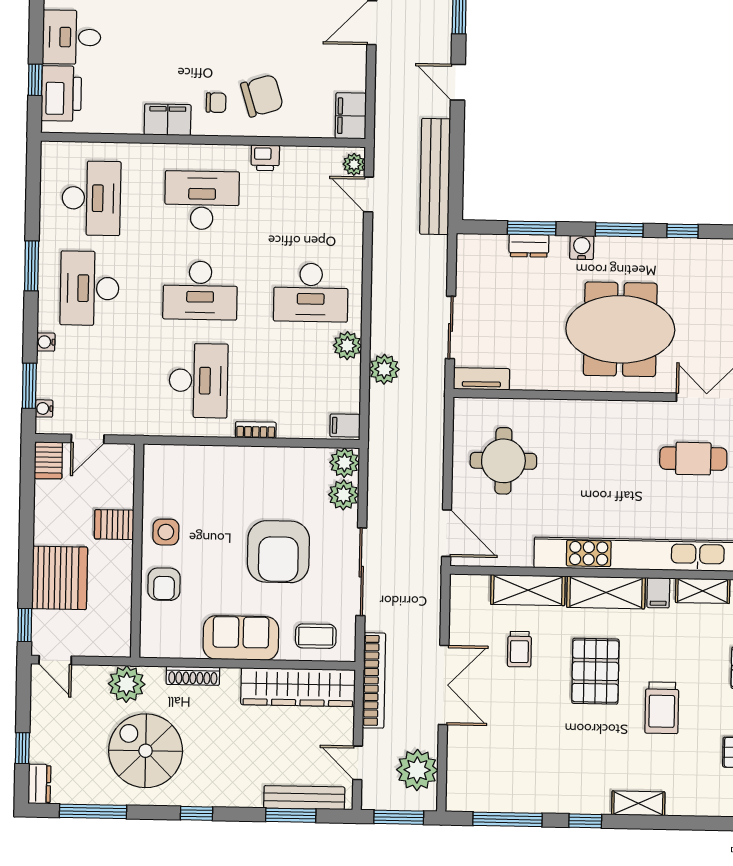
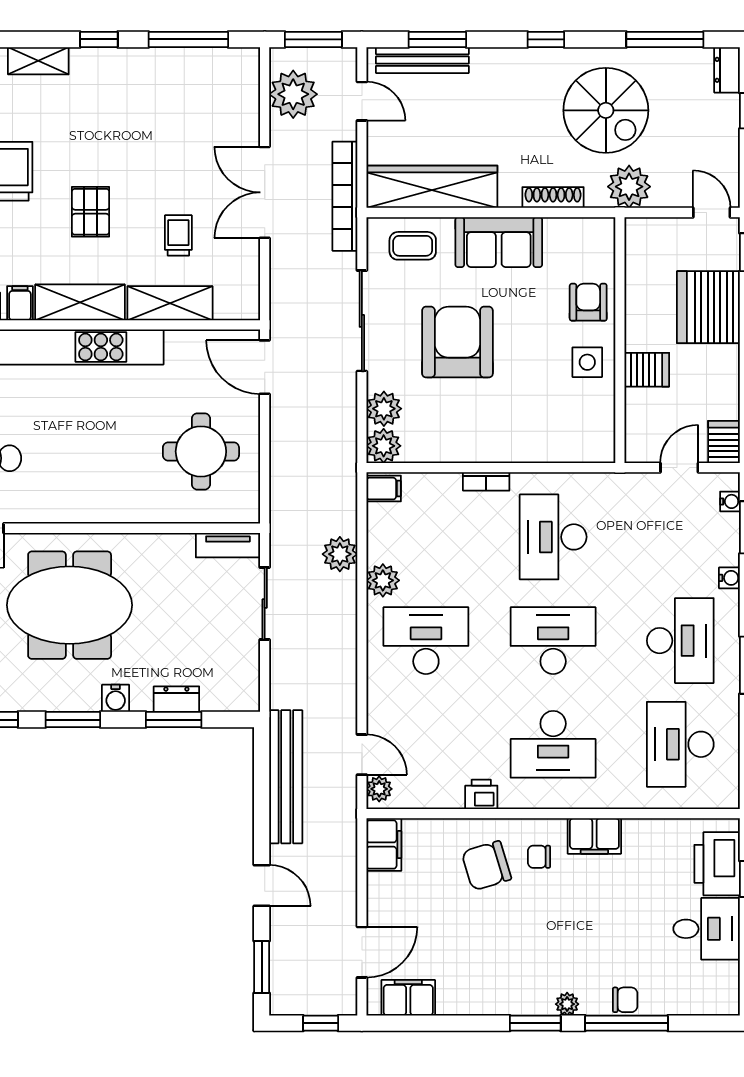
pallet: (595, 671) -> (91, 212), width x0.67, depth x0.71

